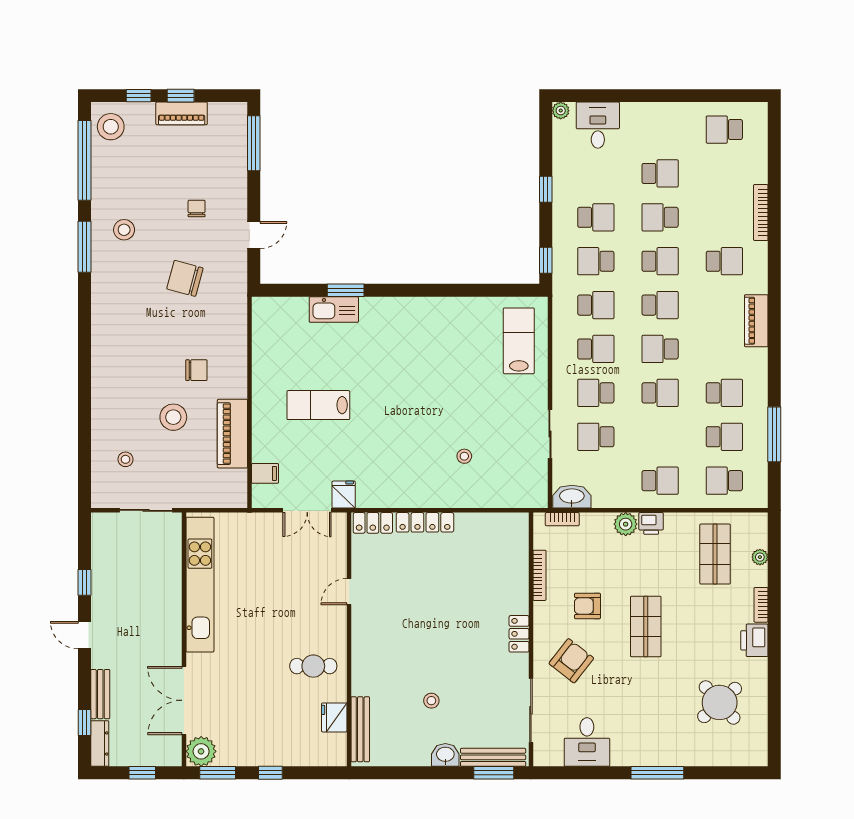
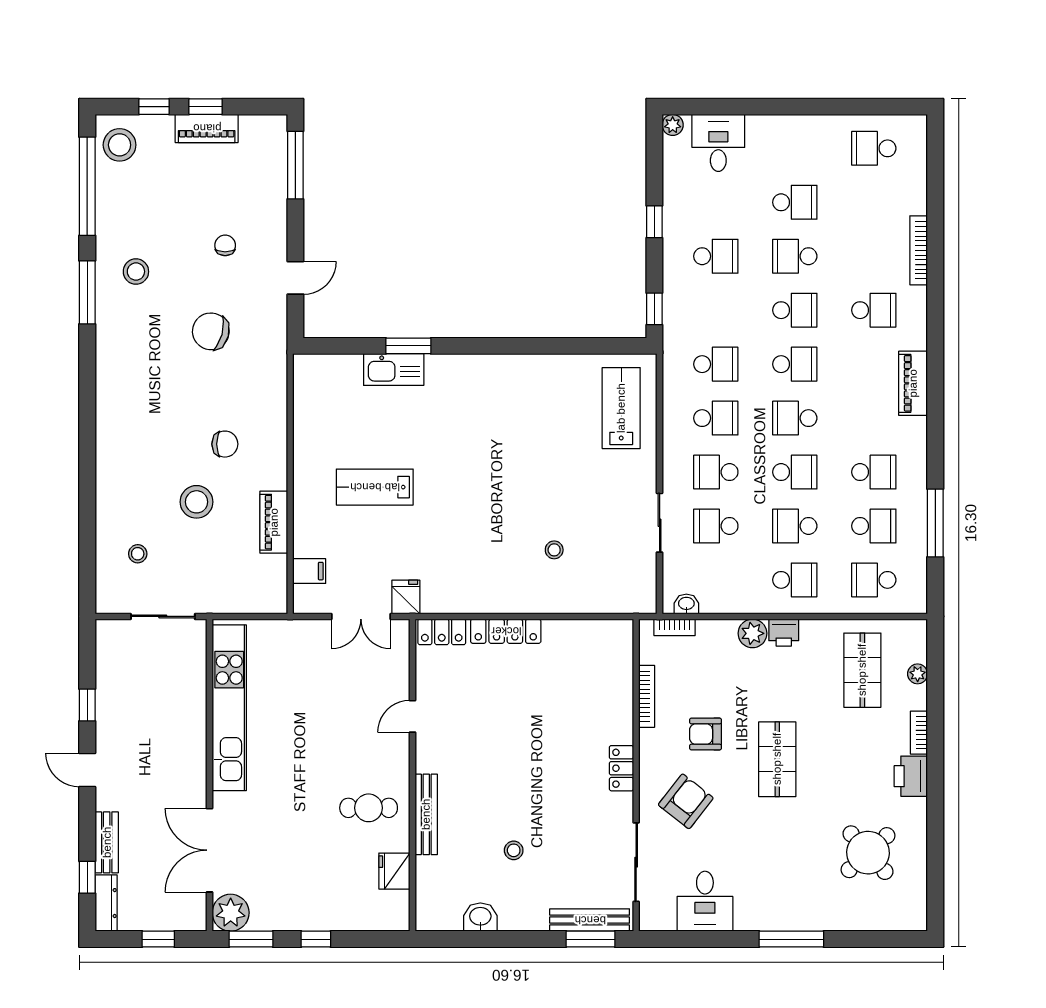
school desk: (596, 261) -> (795, 526), moved
piano: (232, 434) -> (274, 522), width x0.73, depth x0.75
washbasin: (572, 497) -> (686, 604), width x0.52, depth x0.69
bench: (360, 729) -> (426, 814), moved
washbasin: (445, 755) -> (480, 917), moved

